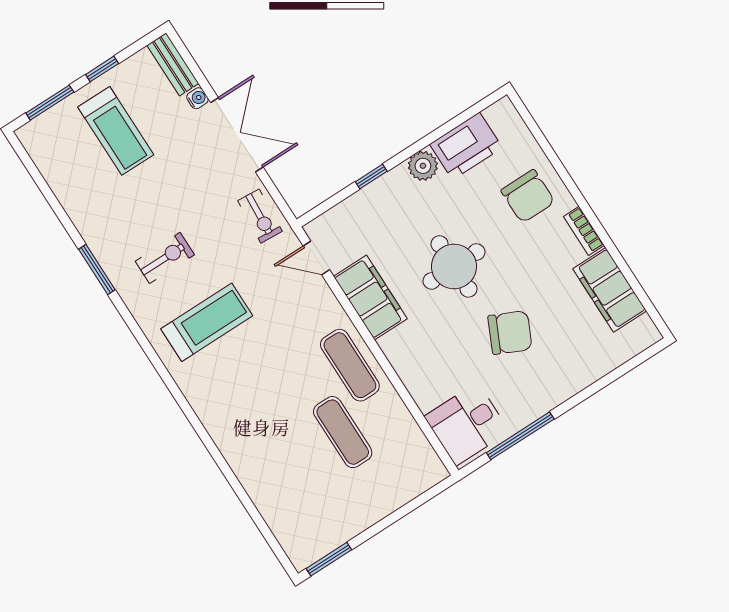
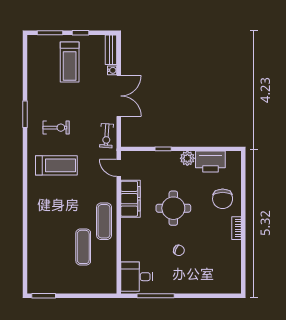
filing cabinet: (610, 290) -> (231, 259), removed
chair: (510, 333) -> (179, 250), width x0.54, depth x0.54

